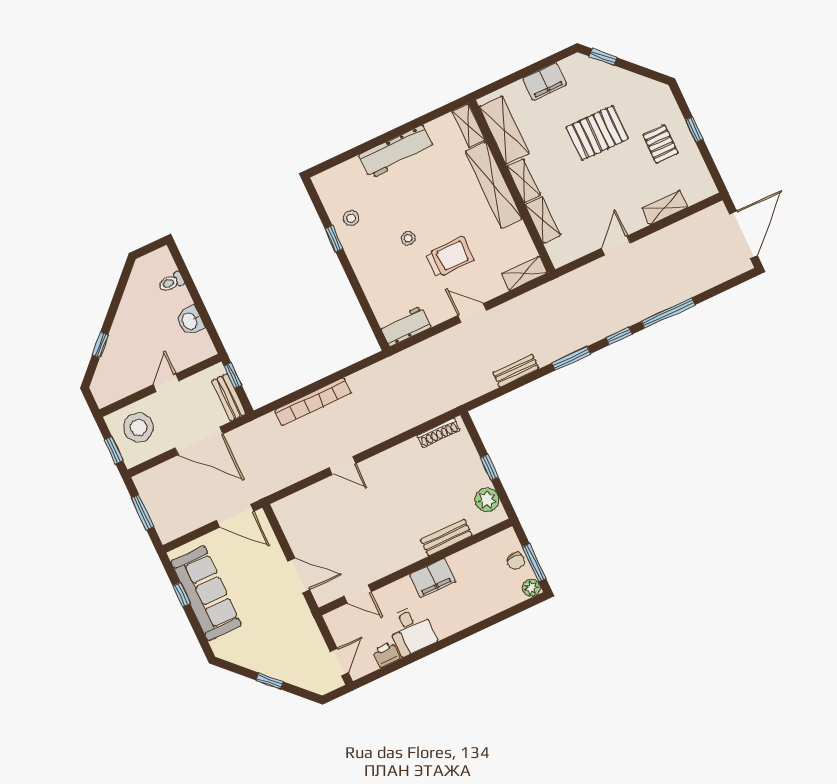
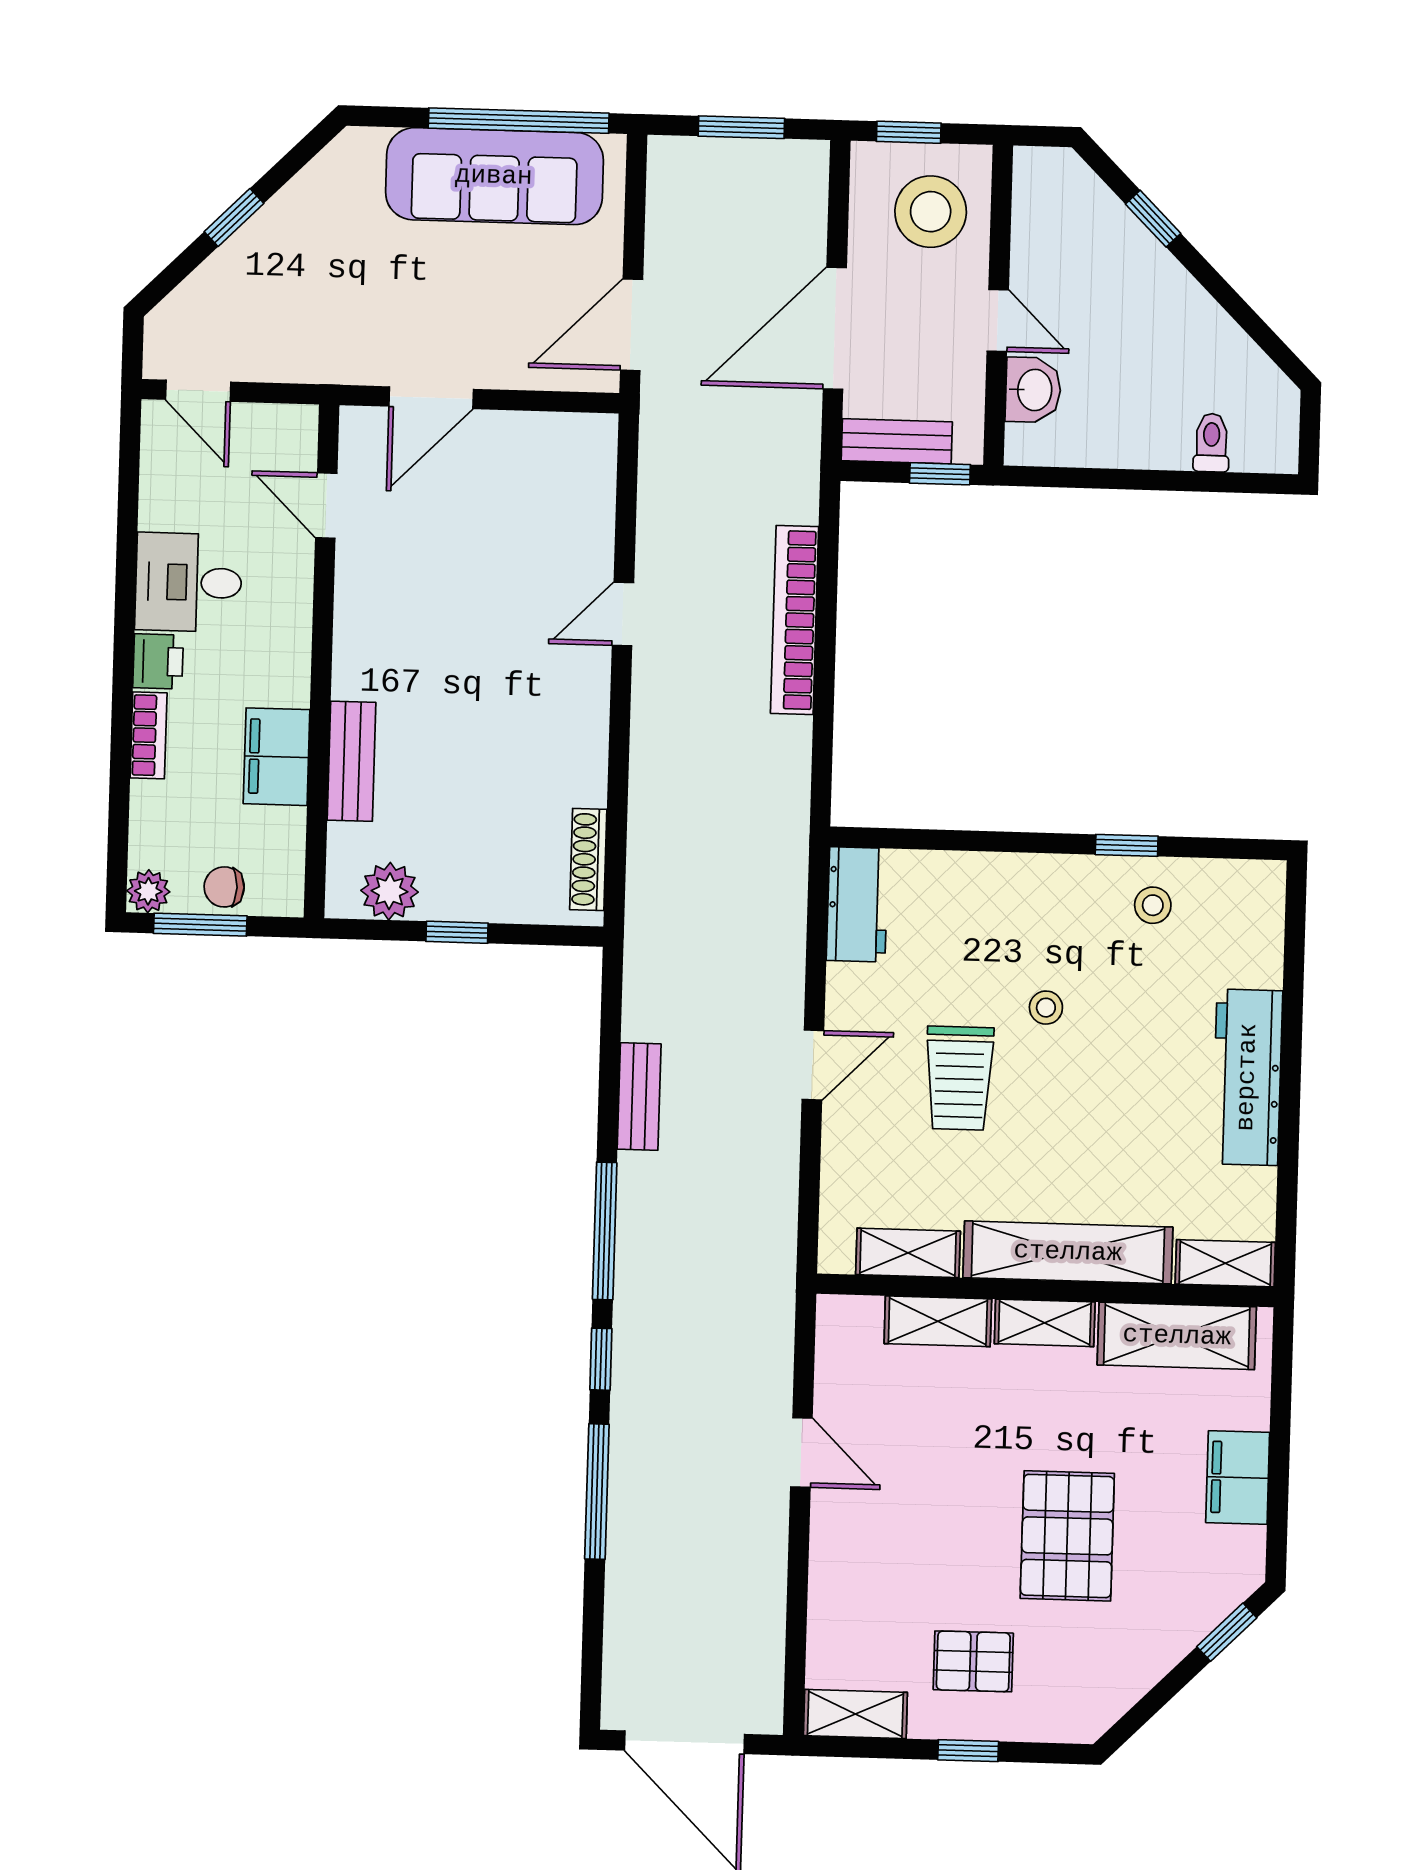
shelving: (665, 208) -> (855, 1714), moved, turned 90
shelving: (524, 273) -> (908, 1253), moved, turned 90
washbasin: (190, 321) -> (1033, 390), moved, turned 90
window: (571, 358) -> (605, 1231), width x1.44
filing cabinet: (433, 578) -> (277, 757), moved
door: (358, 594) -> (326, 505), hinge flipped
window: (181, 595) -> (519, 121), width x3.17
bookcase: (474, 617) -> (149, 735), added
printer: (386, 654) -> (158, 661), moved

